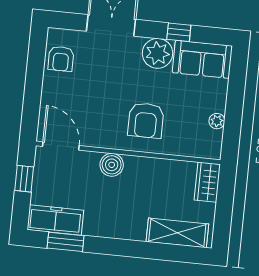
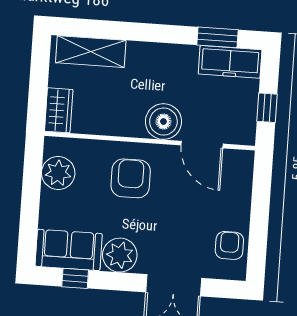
window: (179, 32) -> (75, 278), moved
plant: (217, 121) -> (58, 173), width x1.87, depth x1.87
door: (61, 146) -> (202, 145), moved
boiler: (112, 165) -> (163, 122), width x1.37, depth x1.37

